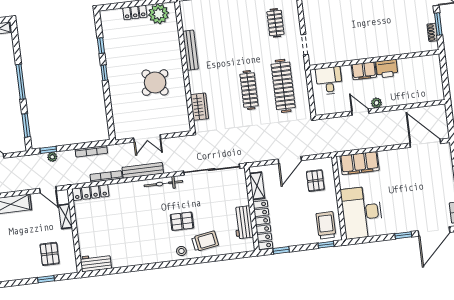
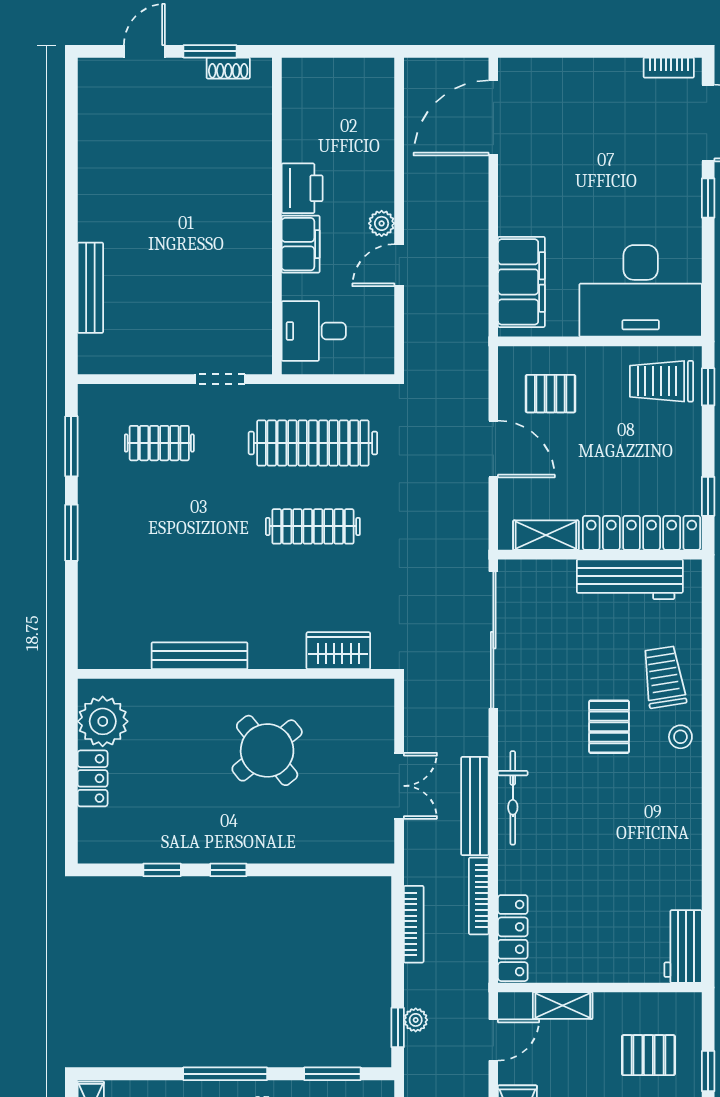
bicycle: (163, 184) -> (513, 798), moved
workbench: (243, 222) -> (630, 579), width x1.38

